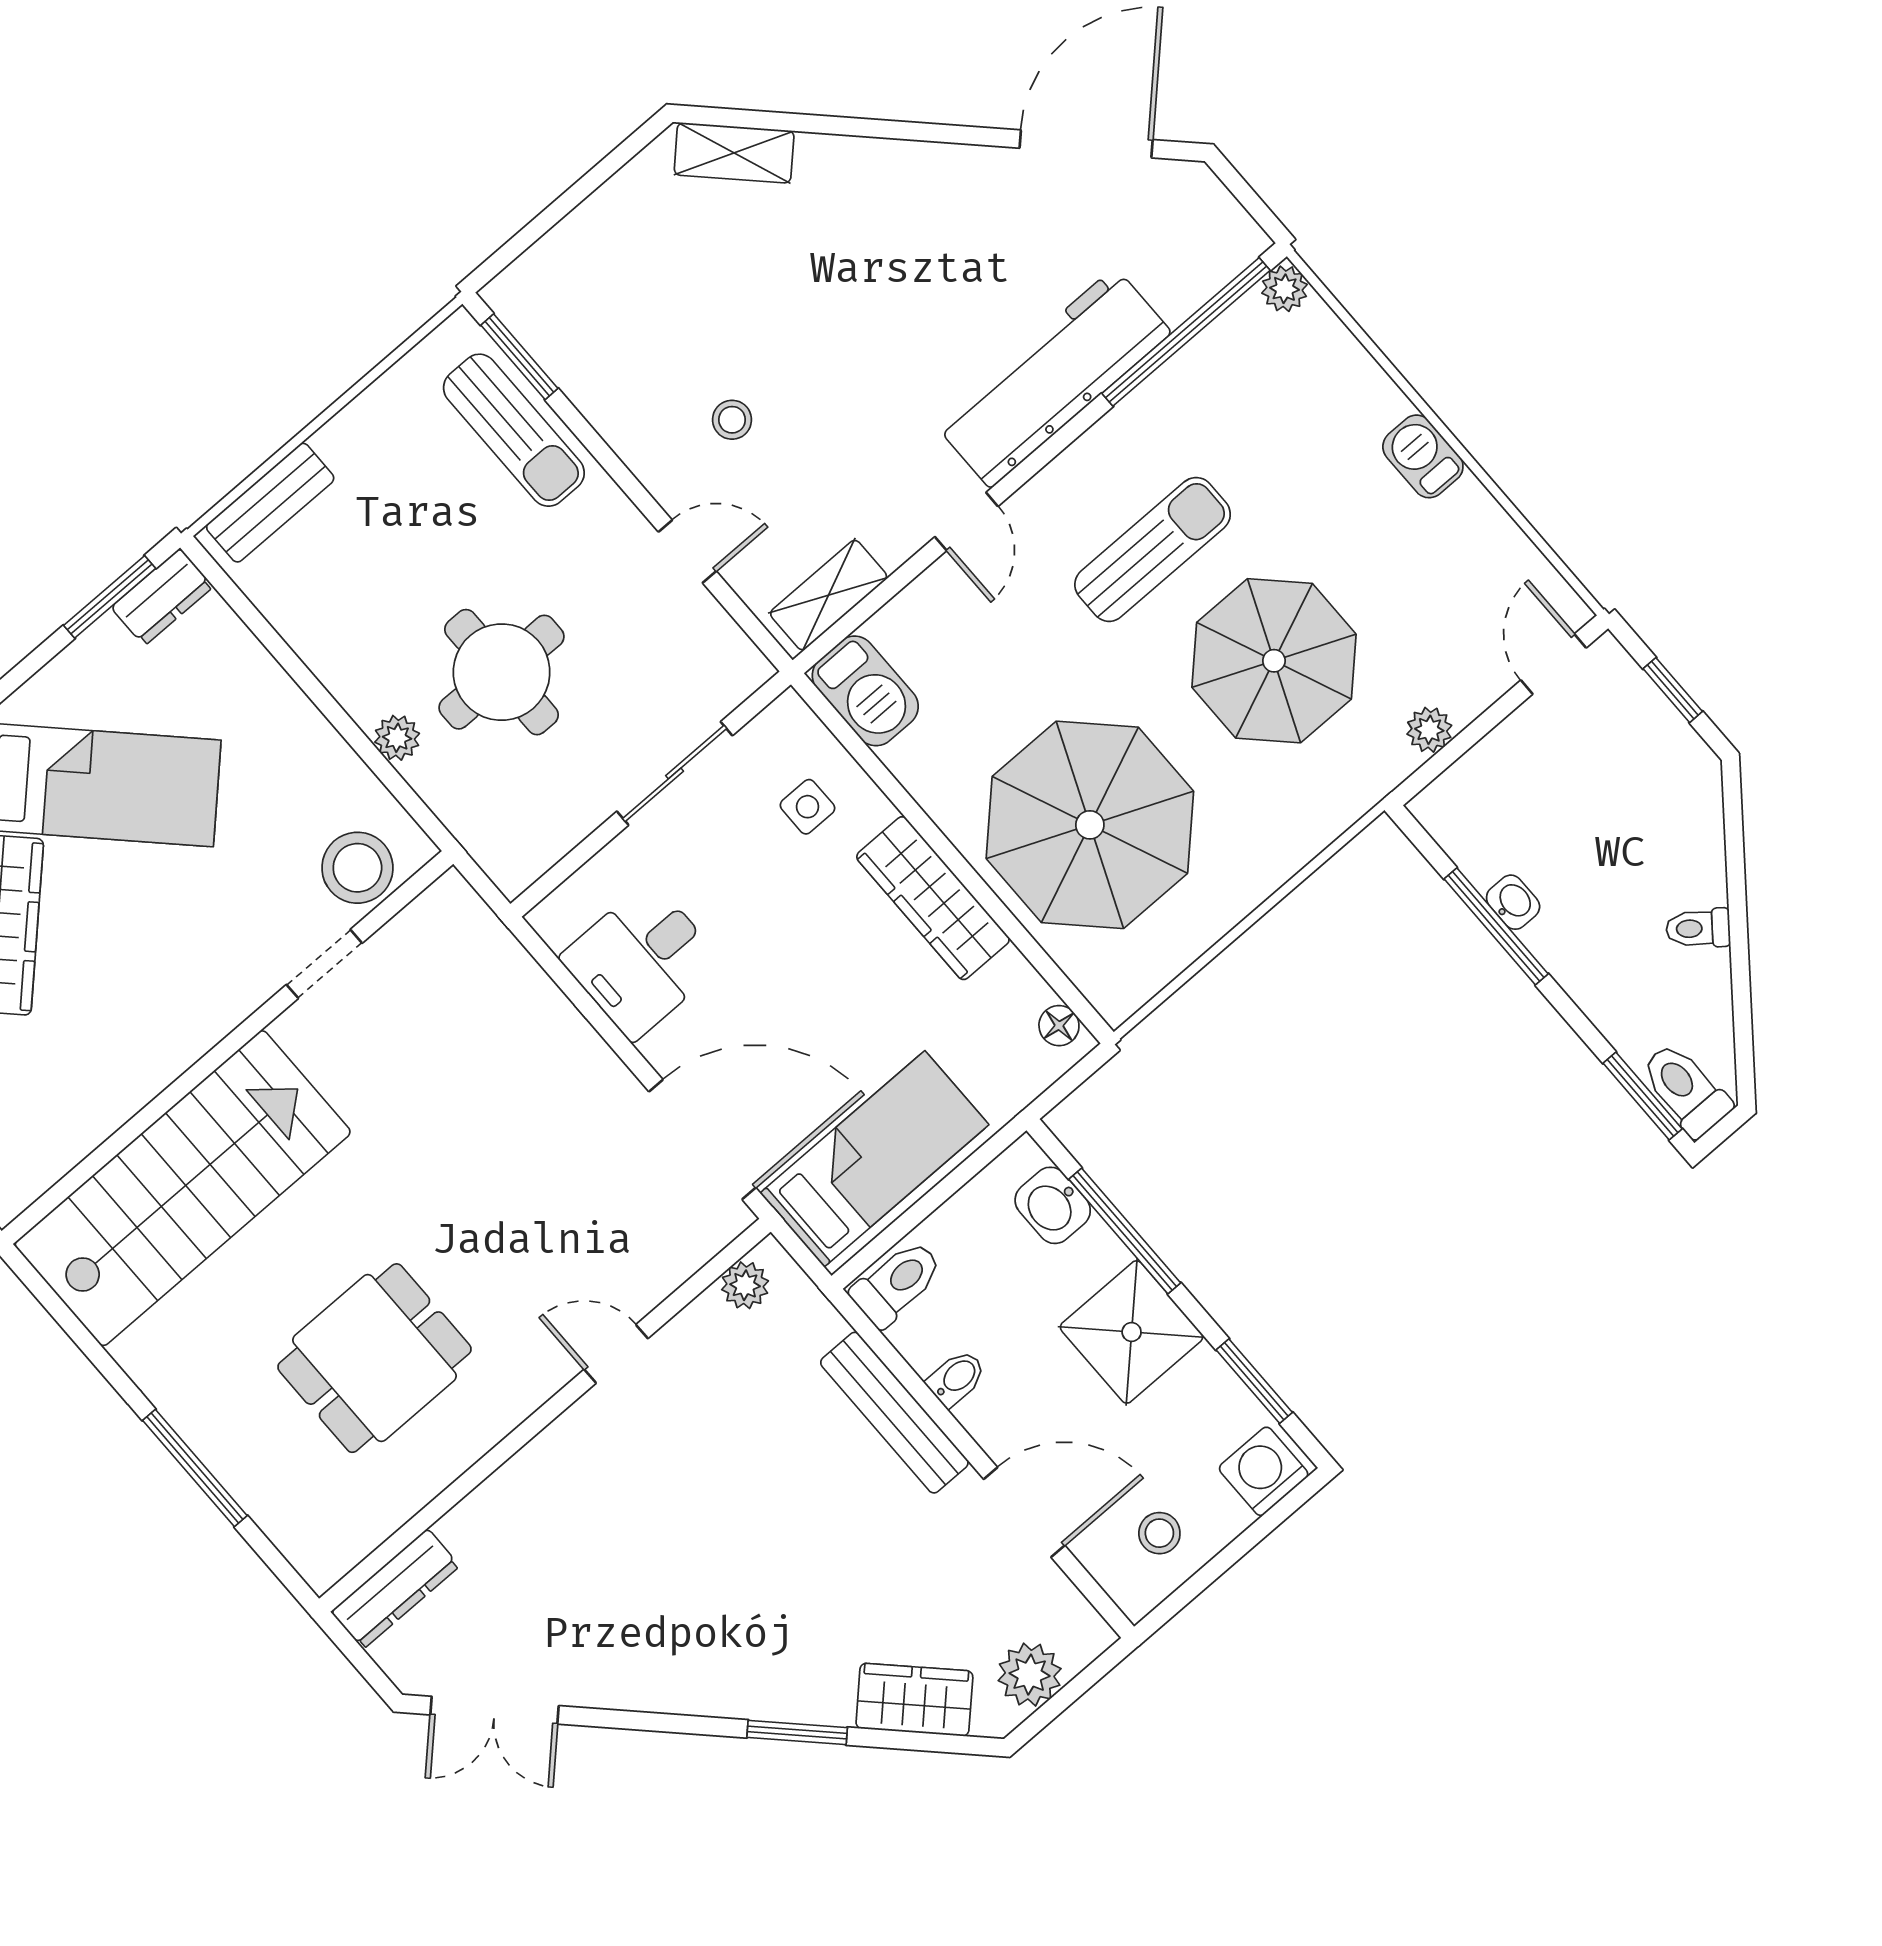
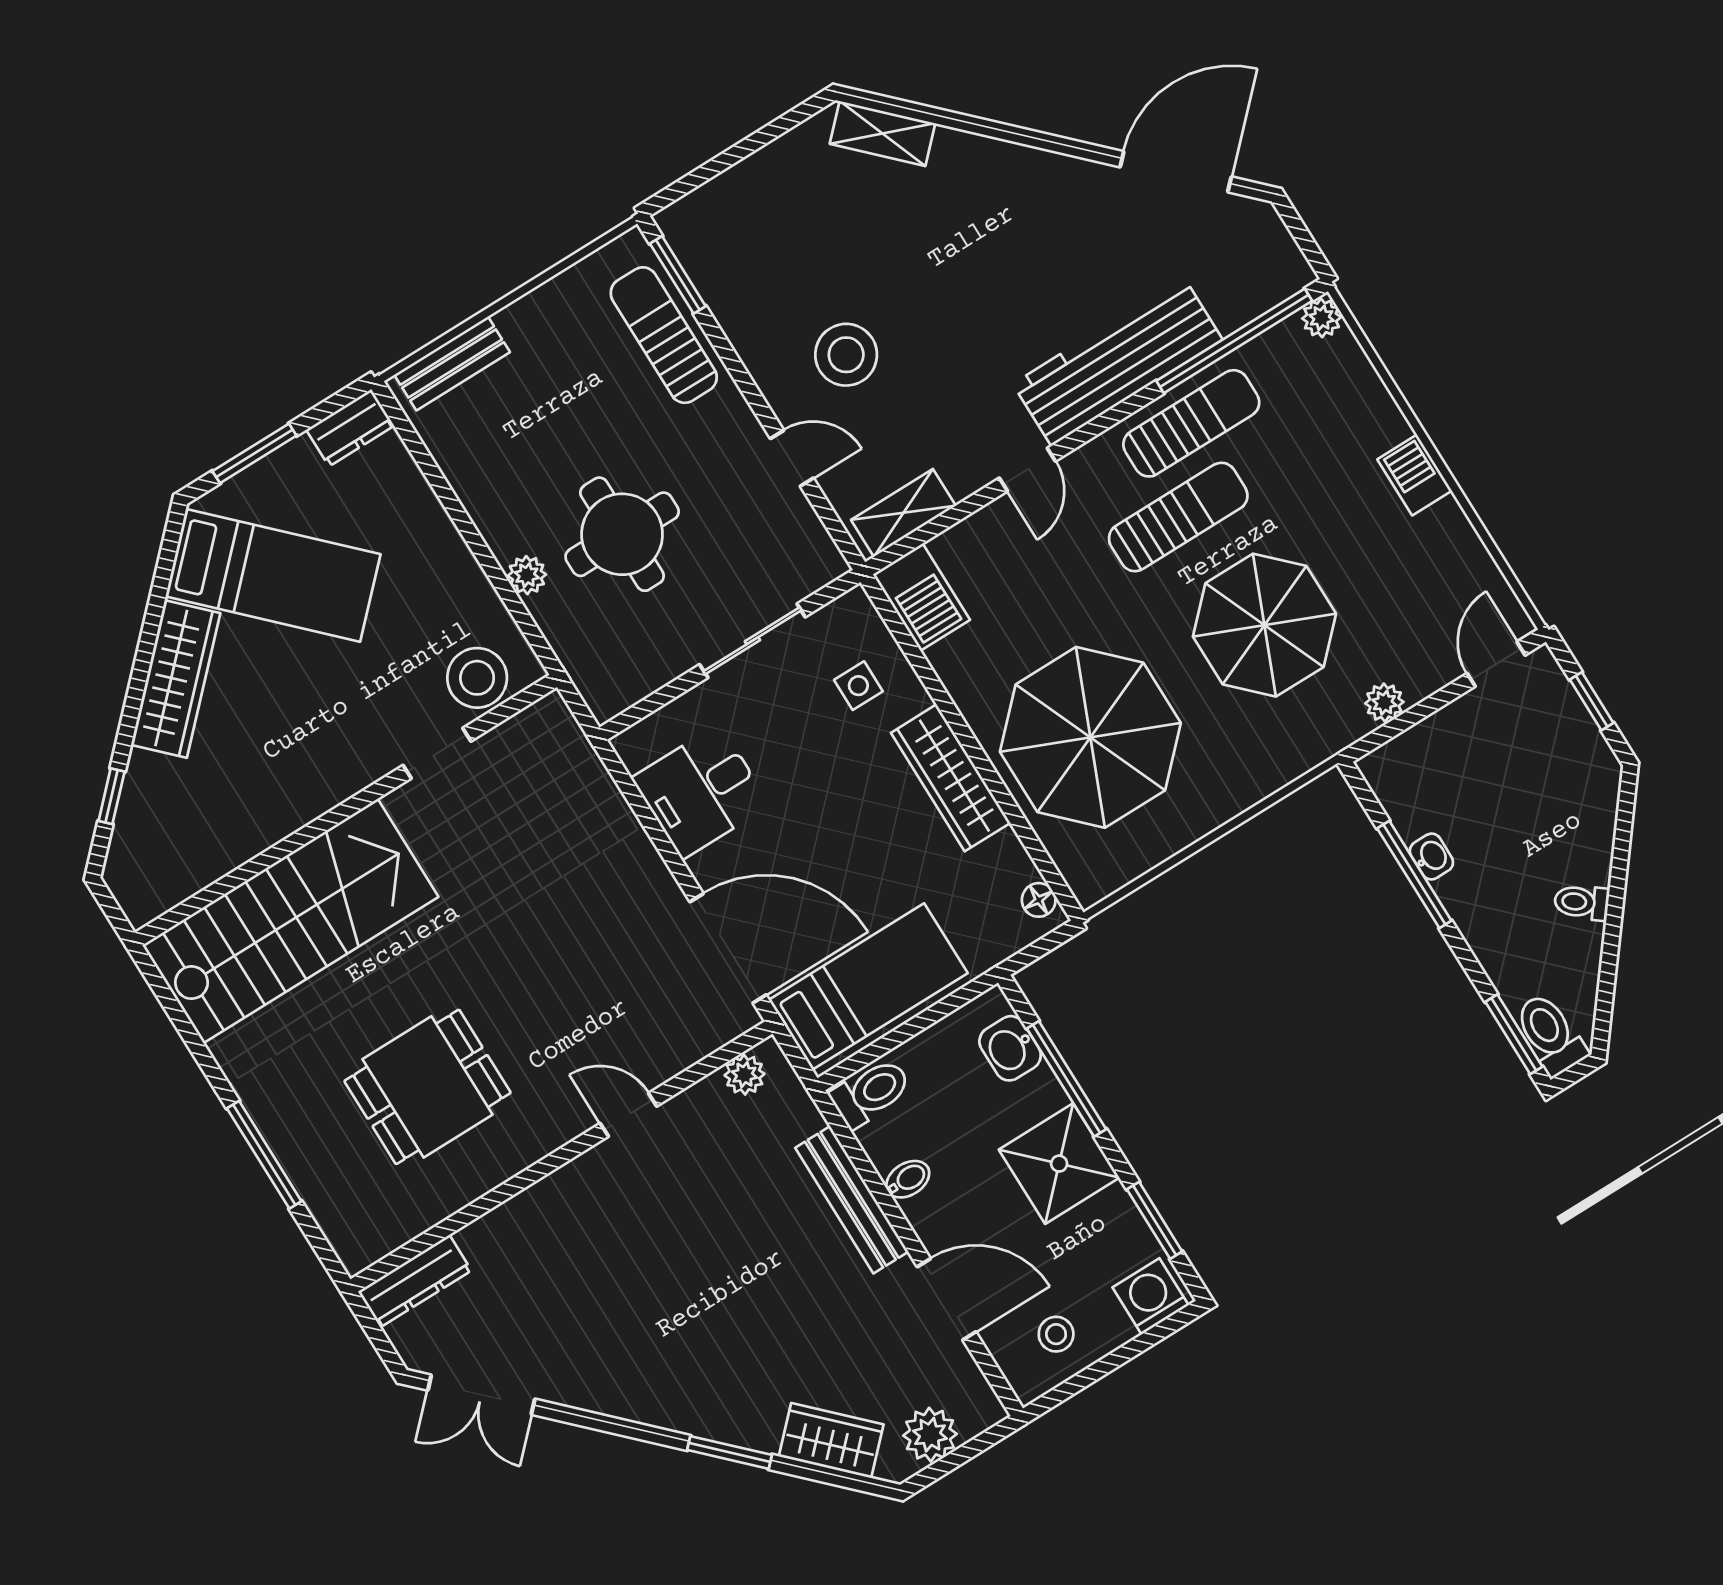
stool: (732, 420) -> (846, 355), width x1.89, depth x1.89
sun lounger: (514, 430) -> (664, 335), turned 180
sun lounger: (1151, 437) -> (1191, 423), added
window: (110, 597) -> (254, 453), moved

